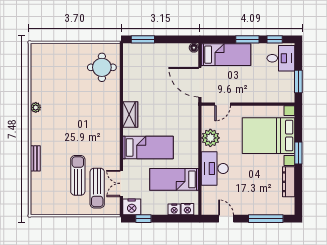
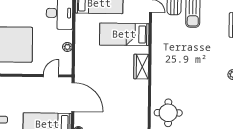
plant: (210, 138) -> (67, 47), width x0.53, depth x0.53

